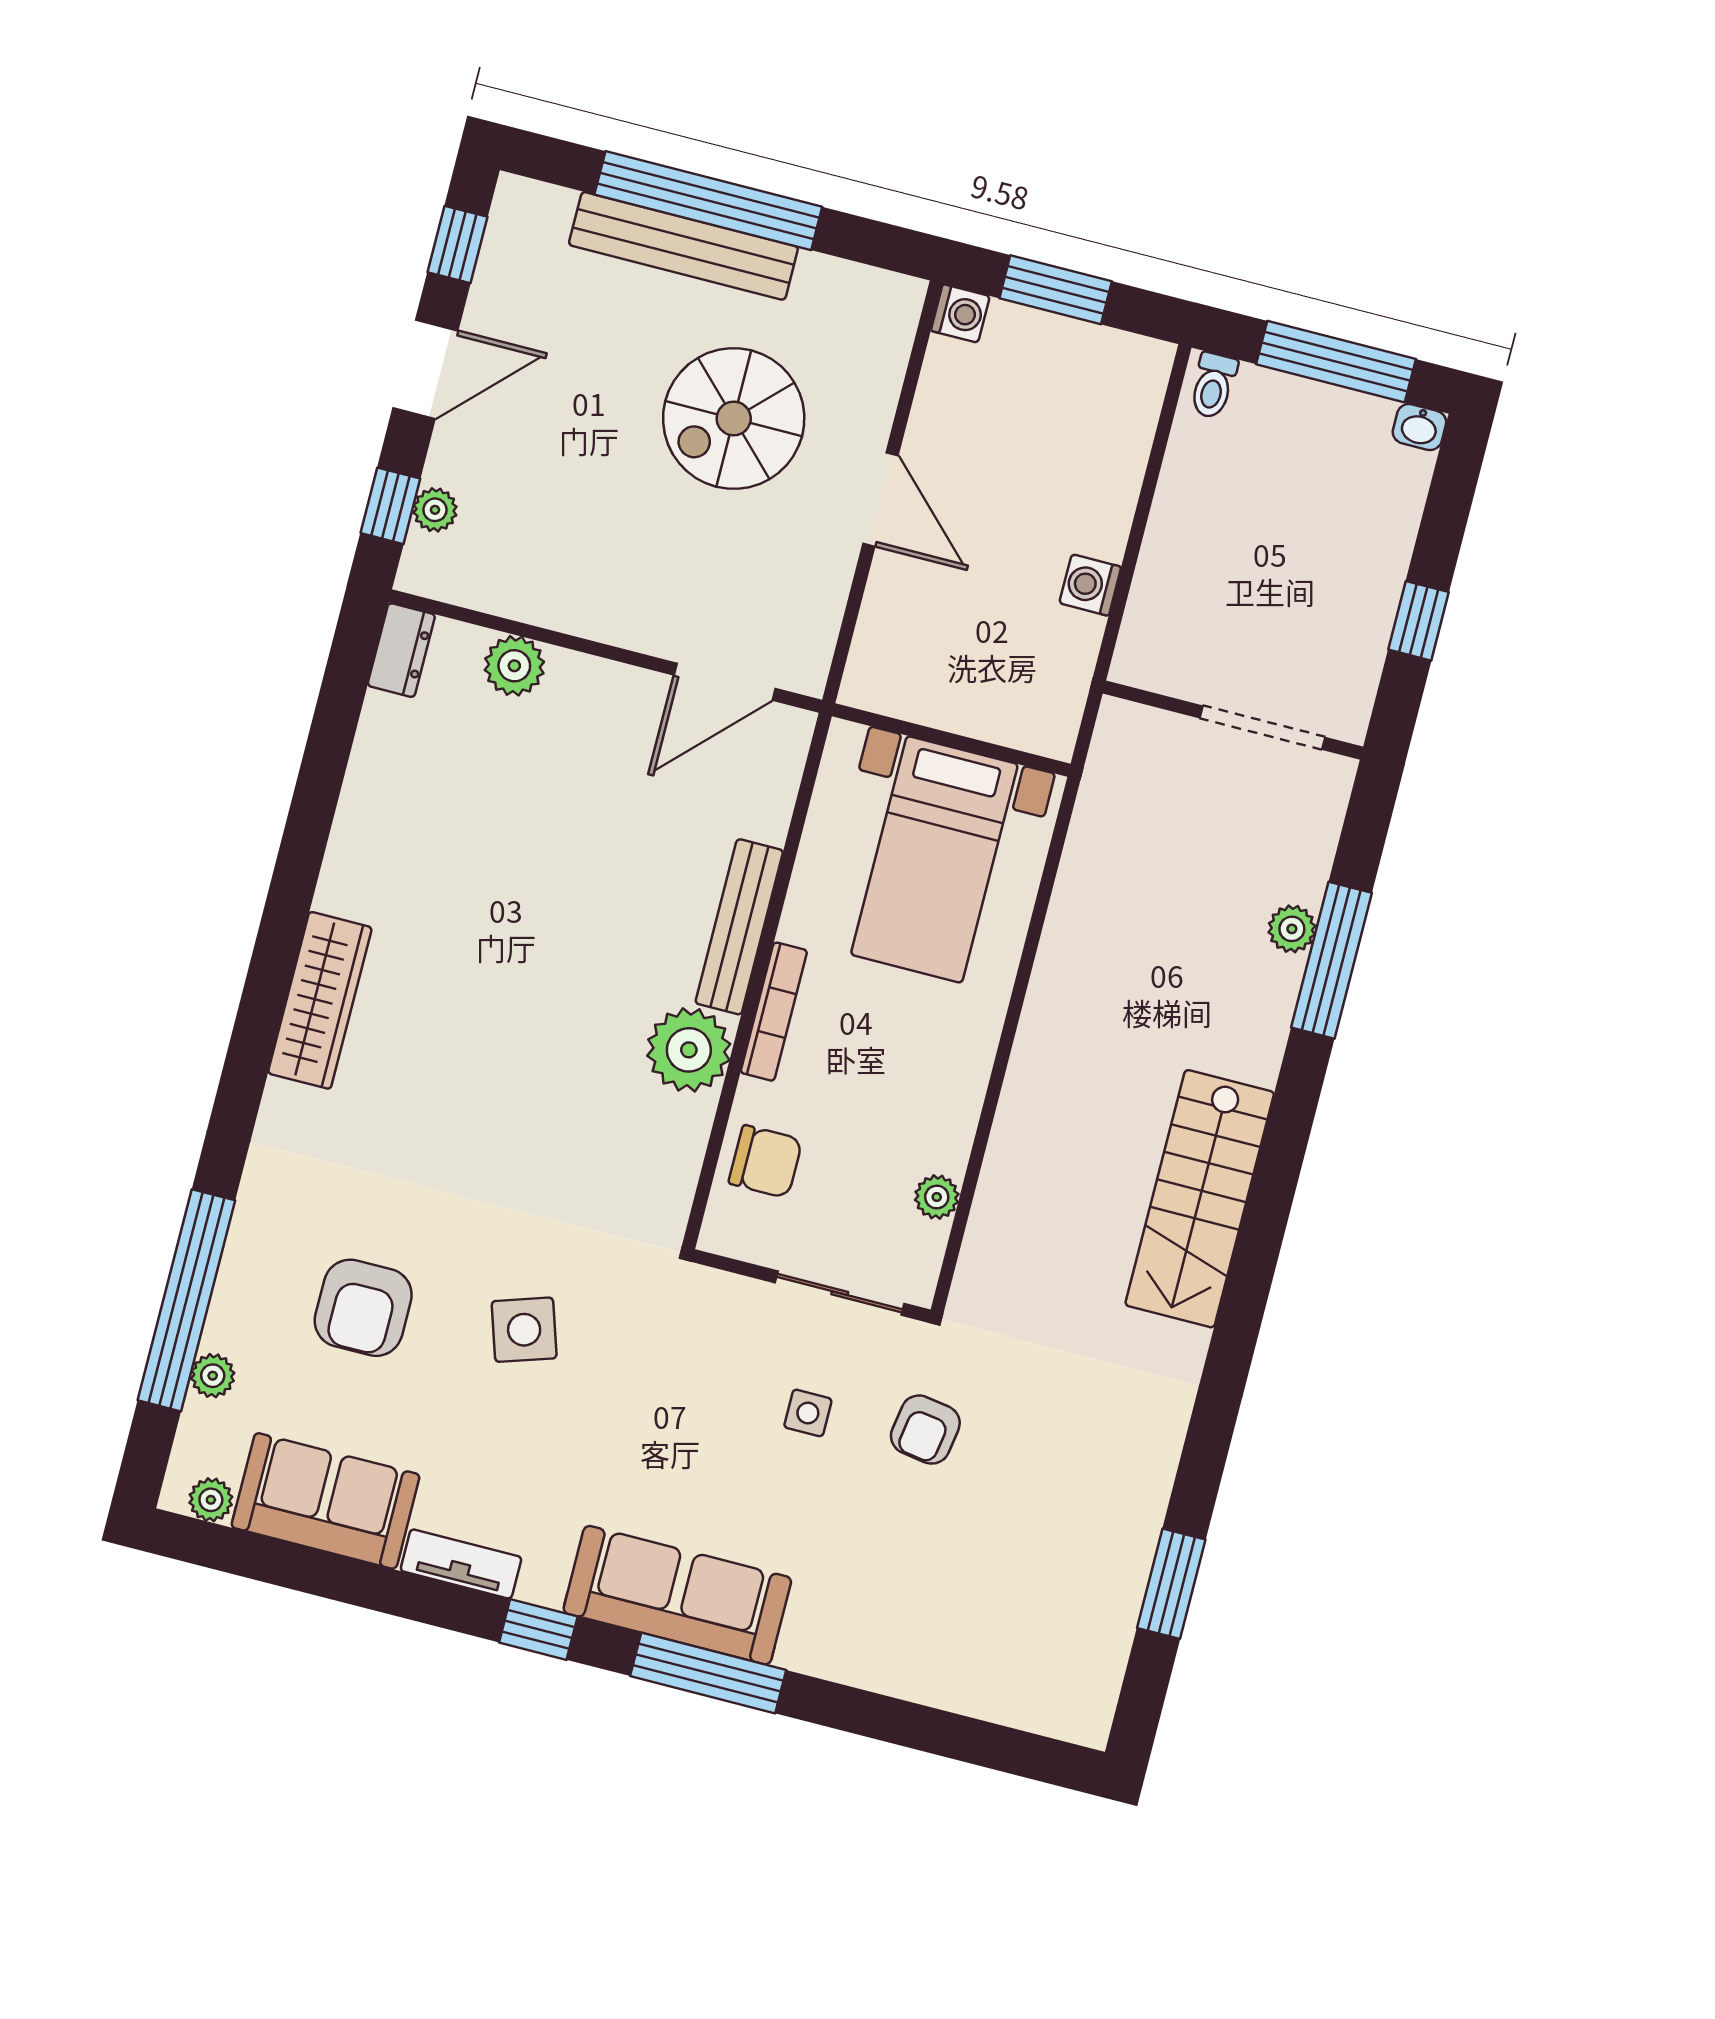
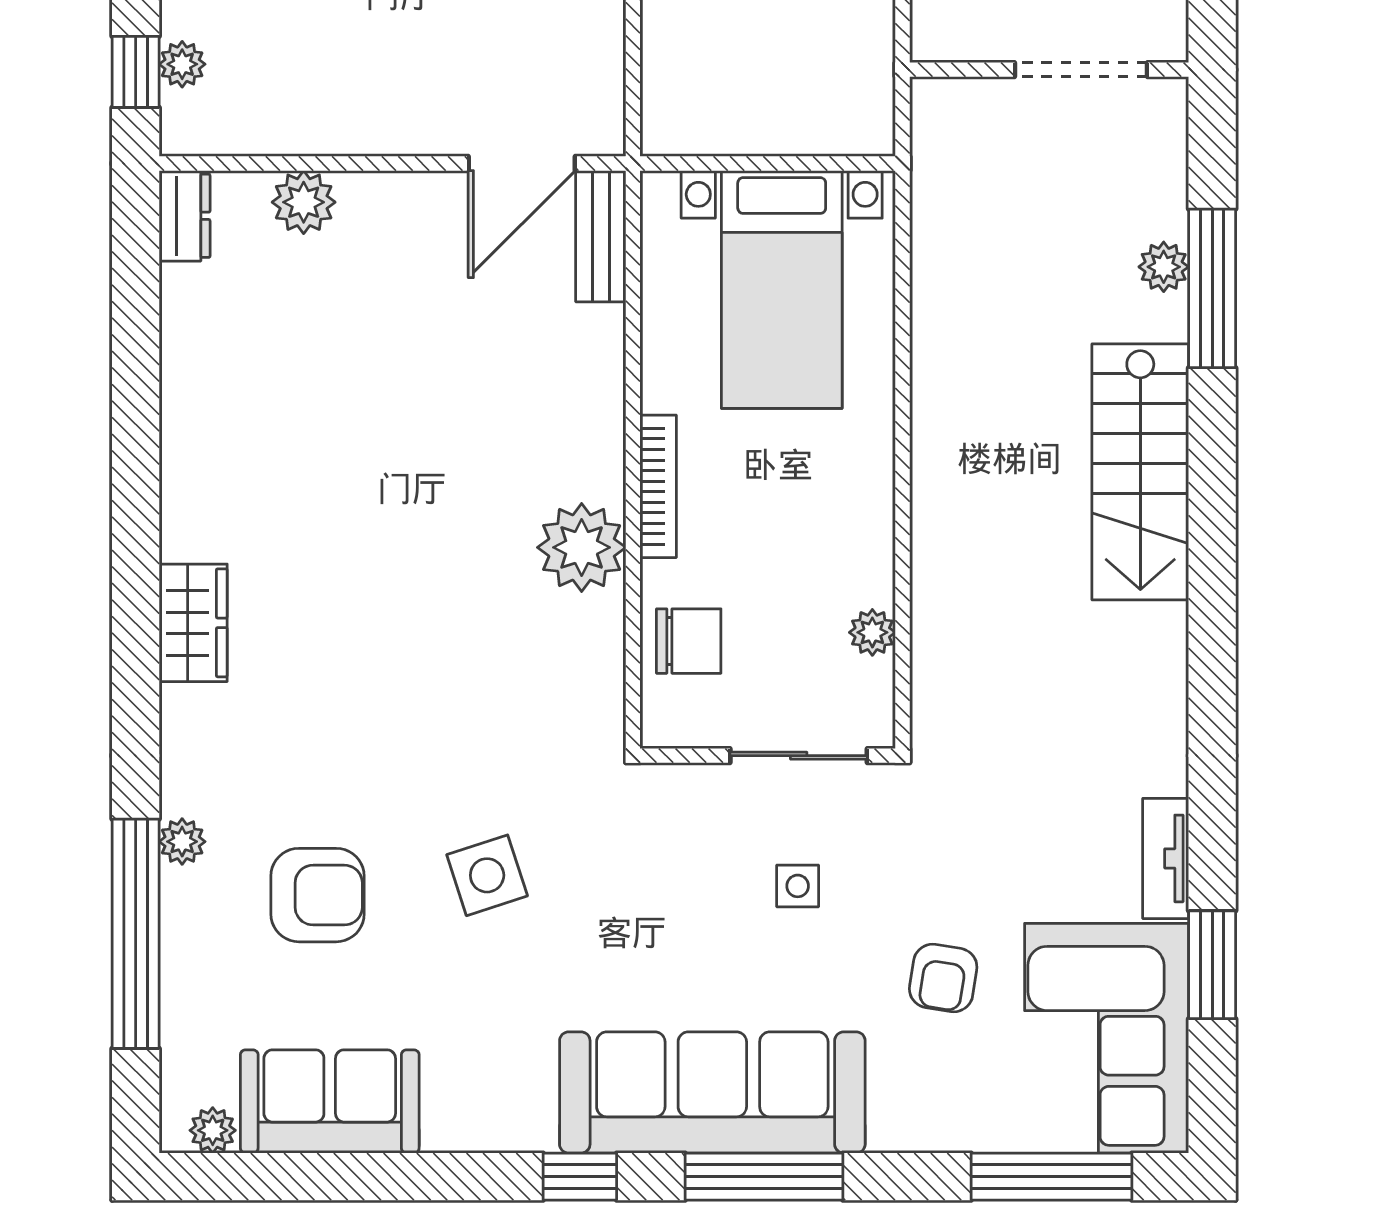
bench: (739, 927) -> (601, 236), moved, width x0.73
wardrobe: (320, 1000) -> (193, 623), width x0.67
stairs: (1200, 1199) -> (1140, 472), moved
armchair: (363, 1308) -> (318, 895), turned -90
plant: (213, 1376) -> (182, 842), moved
armchair: (925, 1430) -> (943, 978), moved
tv unit: (461, 1564) -> (1166, 858), moved, turned -90
sofa: (677, 1595) -> (712, 1092), width x1.36, depth x1.27
corner sofa: (1057, 1627) -> (1107, 1038), added
window: (973, 1741) -> (1051, 1177), added

